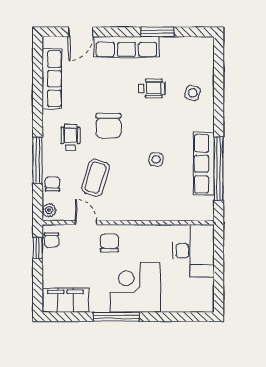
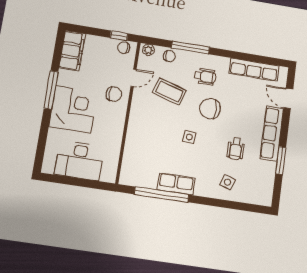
side table: (156, 159) -> (189, 137), moved
row of seats: (204, 164) -> (176, 184), width x0.68
desk: (194, 251) -> (79, 160), moved

